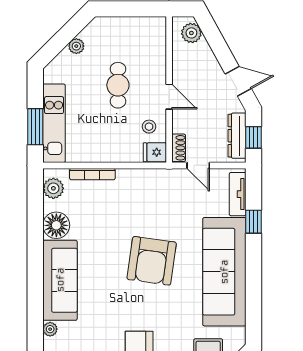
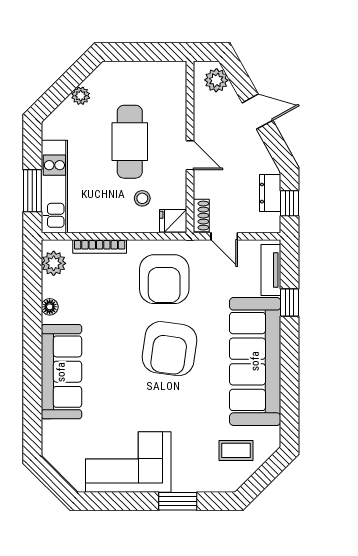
door: (238, 81) -> (257, 112), moved
cafe table: (118, 85) -> (130, 142), width x1.37, depth x1.35
stool: (149, 127) -> (142, 198), moved
dresser: (237, 136) -> (270, 193), width x0.70
armchair: (147, 202) -> (164, 279), added
floor lamp: (56, 225) -> (50, 307), width x0.53, depth x0.53
plant: (50, 329) -> (50, 429), removed

